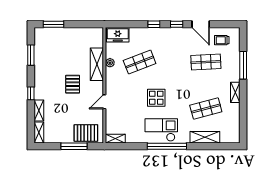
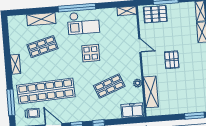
shop shelf: (206, 62) -> (46, 91), width x2.00, depth x1.36
shelving: (97, 64) -> (151, 92), moved
window: (243, 65) -> (11, 102), moved
door: (104, 102) -> (140, 45), hinge flipped

